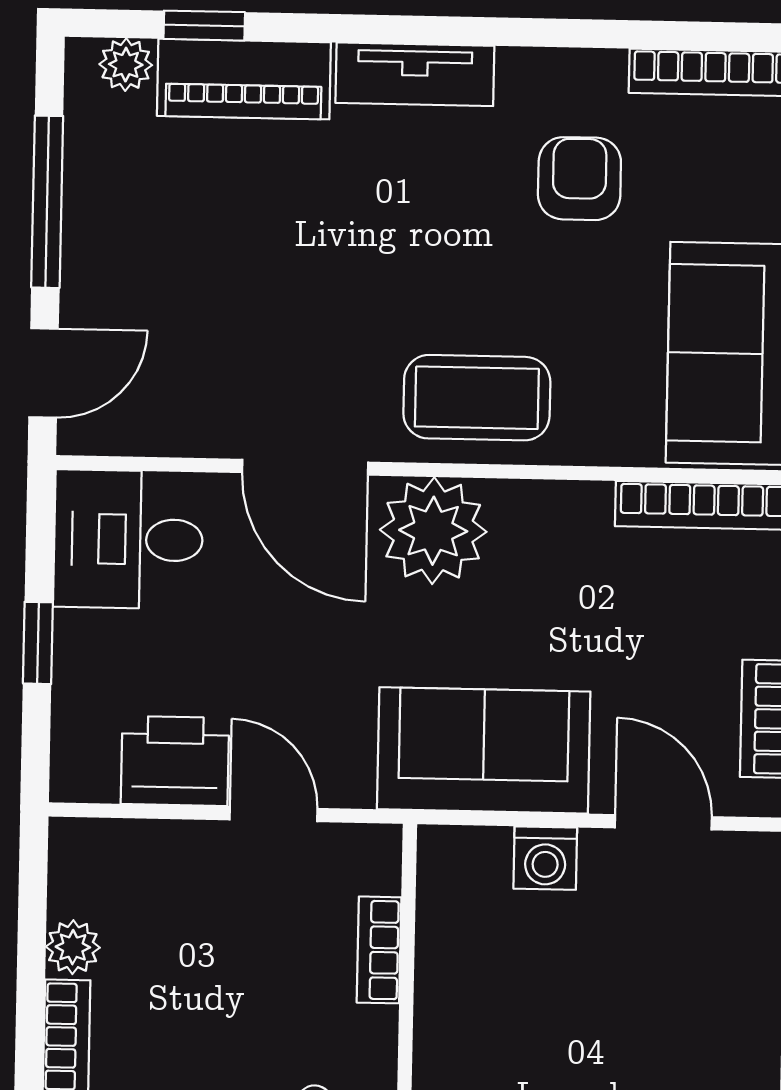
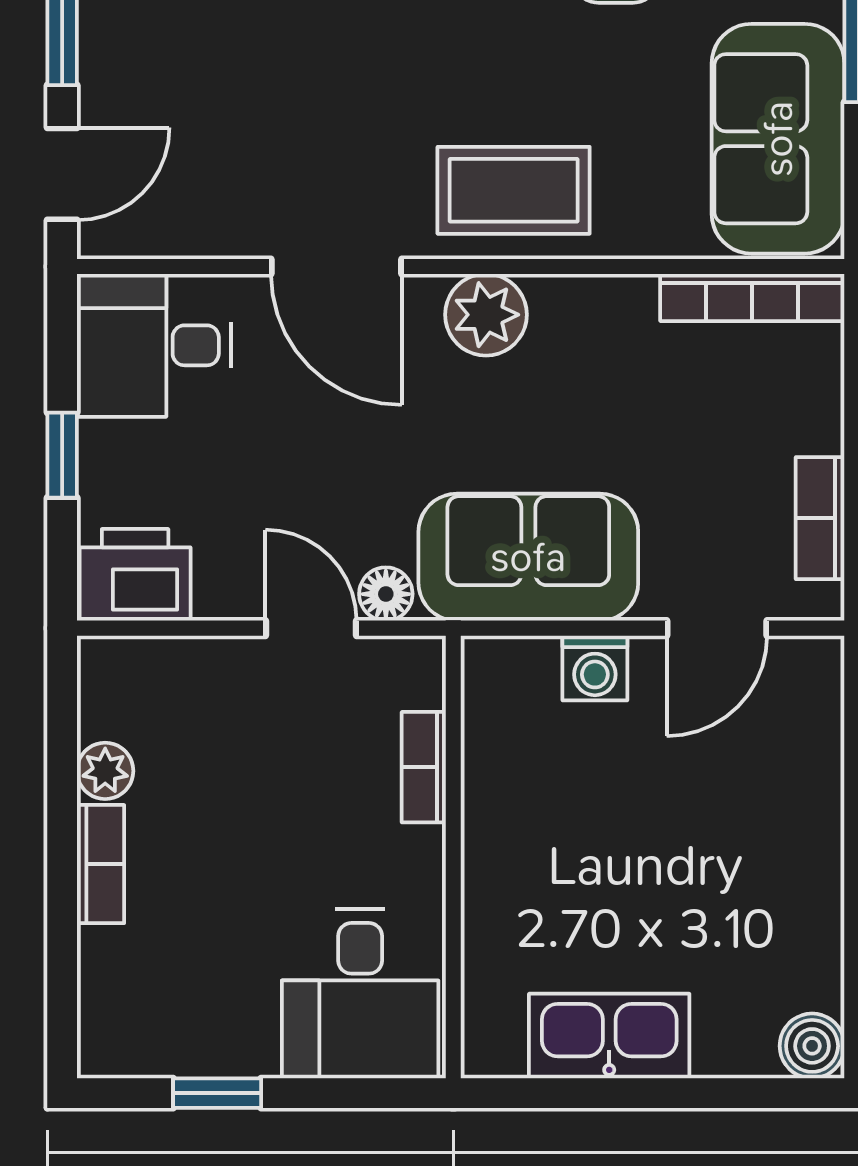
plant: (433, 531) -> (486, 315), width x0.73, depth x0.73
printer: (175, 761) -> (135, 575), moved
floor lamp: (346, 783) -> (386, 594), added
door: (663, 822) -> (717, 628), swing flipped

